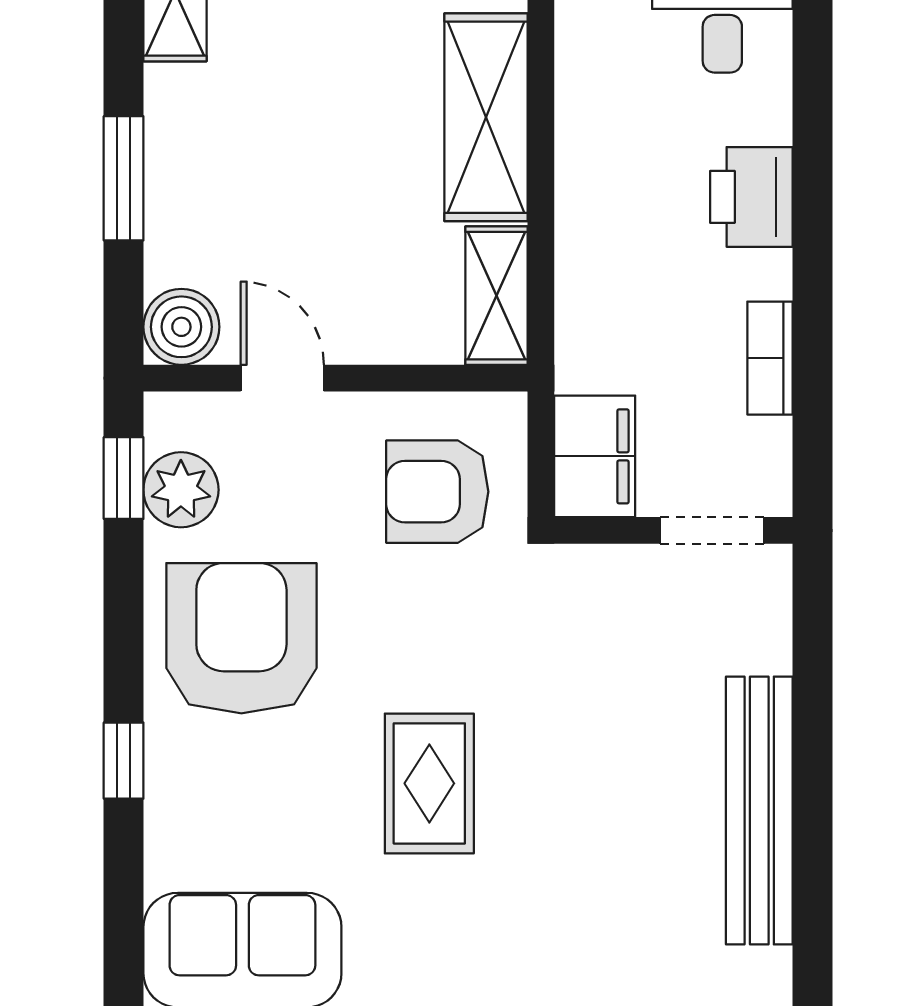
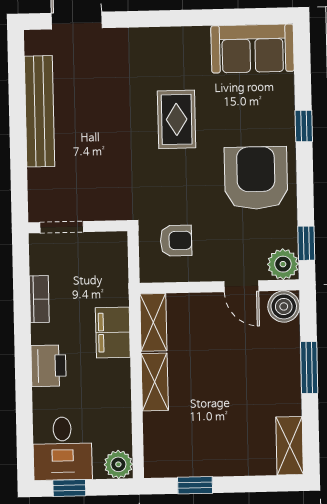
shelving: (486, 117) -> (155, 382), width x0.67, depth x0.75
filing cabinet: (595, 456) -> (113, 332), moved
plant: (181, 490) -> (283, 264), moved
armchair: (437, 492) -> (176, 241), width x0.72, depth x0.72
armchair: (241, 638) -> (256, 178), turned 180

